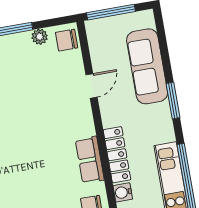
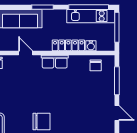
row of seats: (90, 160) -> (55, 62), moved

